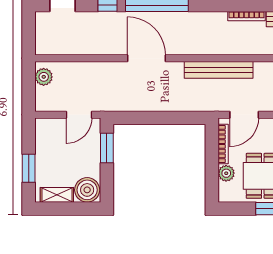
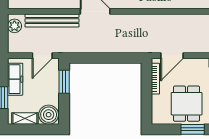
bench: (219, 70) -> (52, 20), moved
freezer: (44, 145) -> (15, 79), added
plant: (226, 173) -> (158, 102), removed

